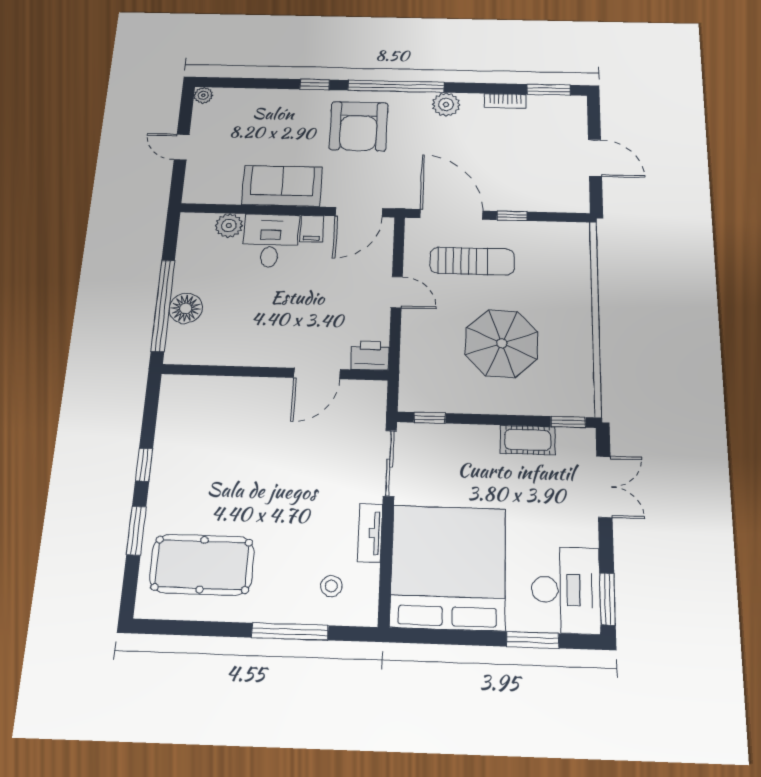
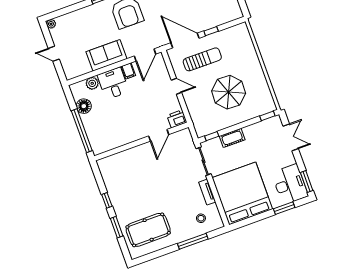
floor lamp: (186, 308) -> (84, 106), moved
cot: (528, 440) -> (232, 138), moved

